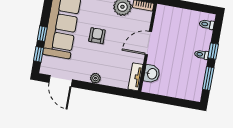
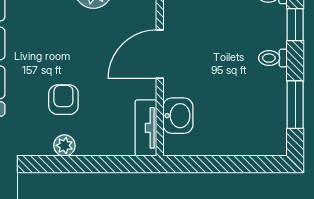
armchair: (97, 36) -> (63, 100), moved
window: (213, 51) -> (295, 25), moved

